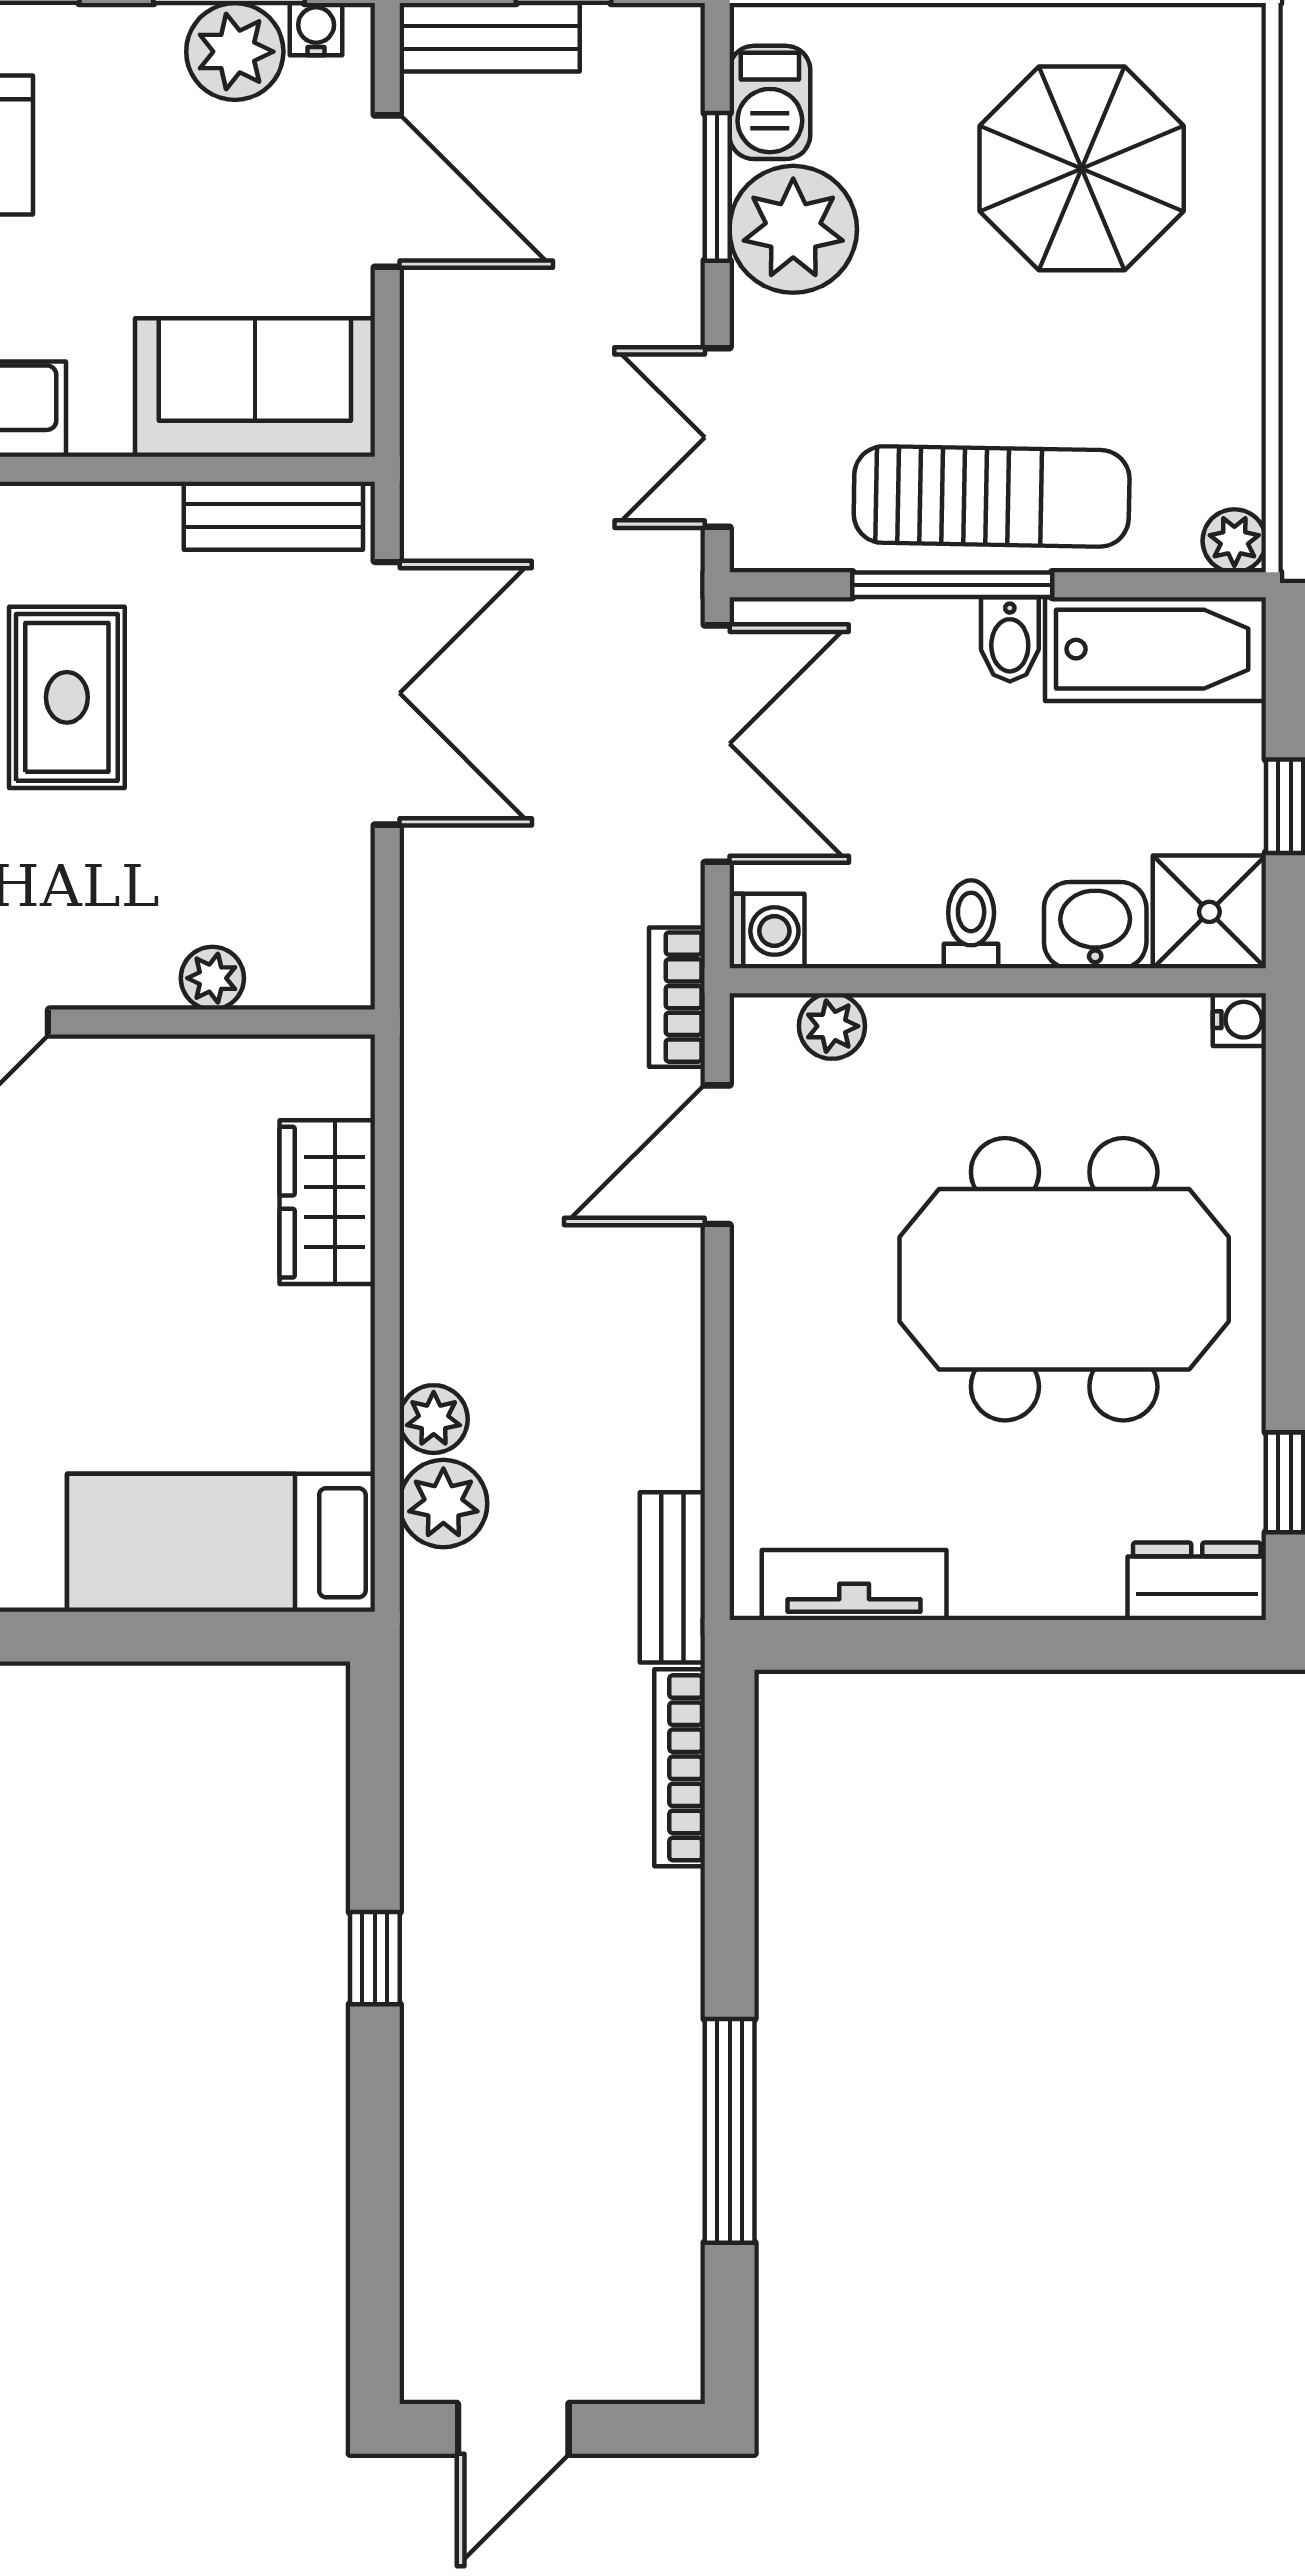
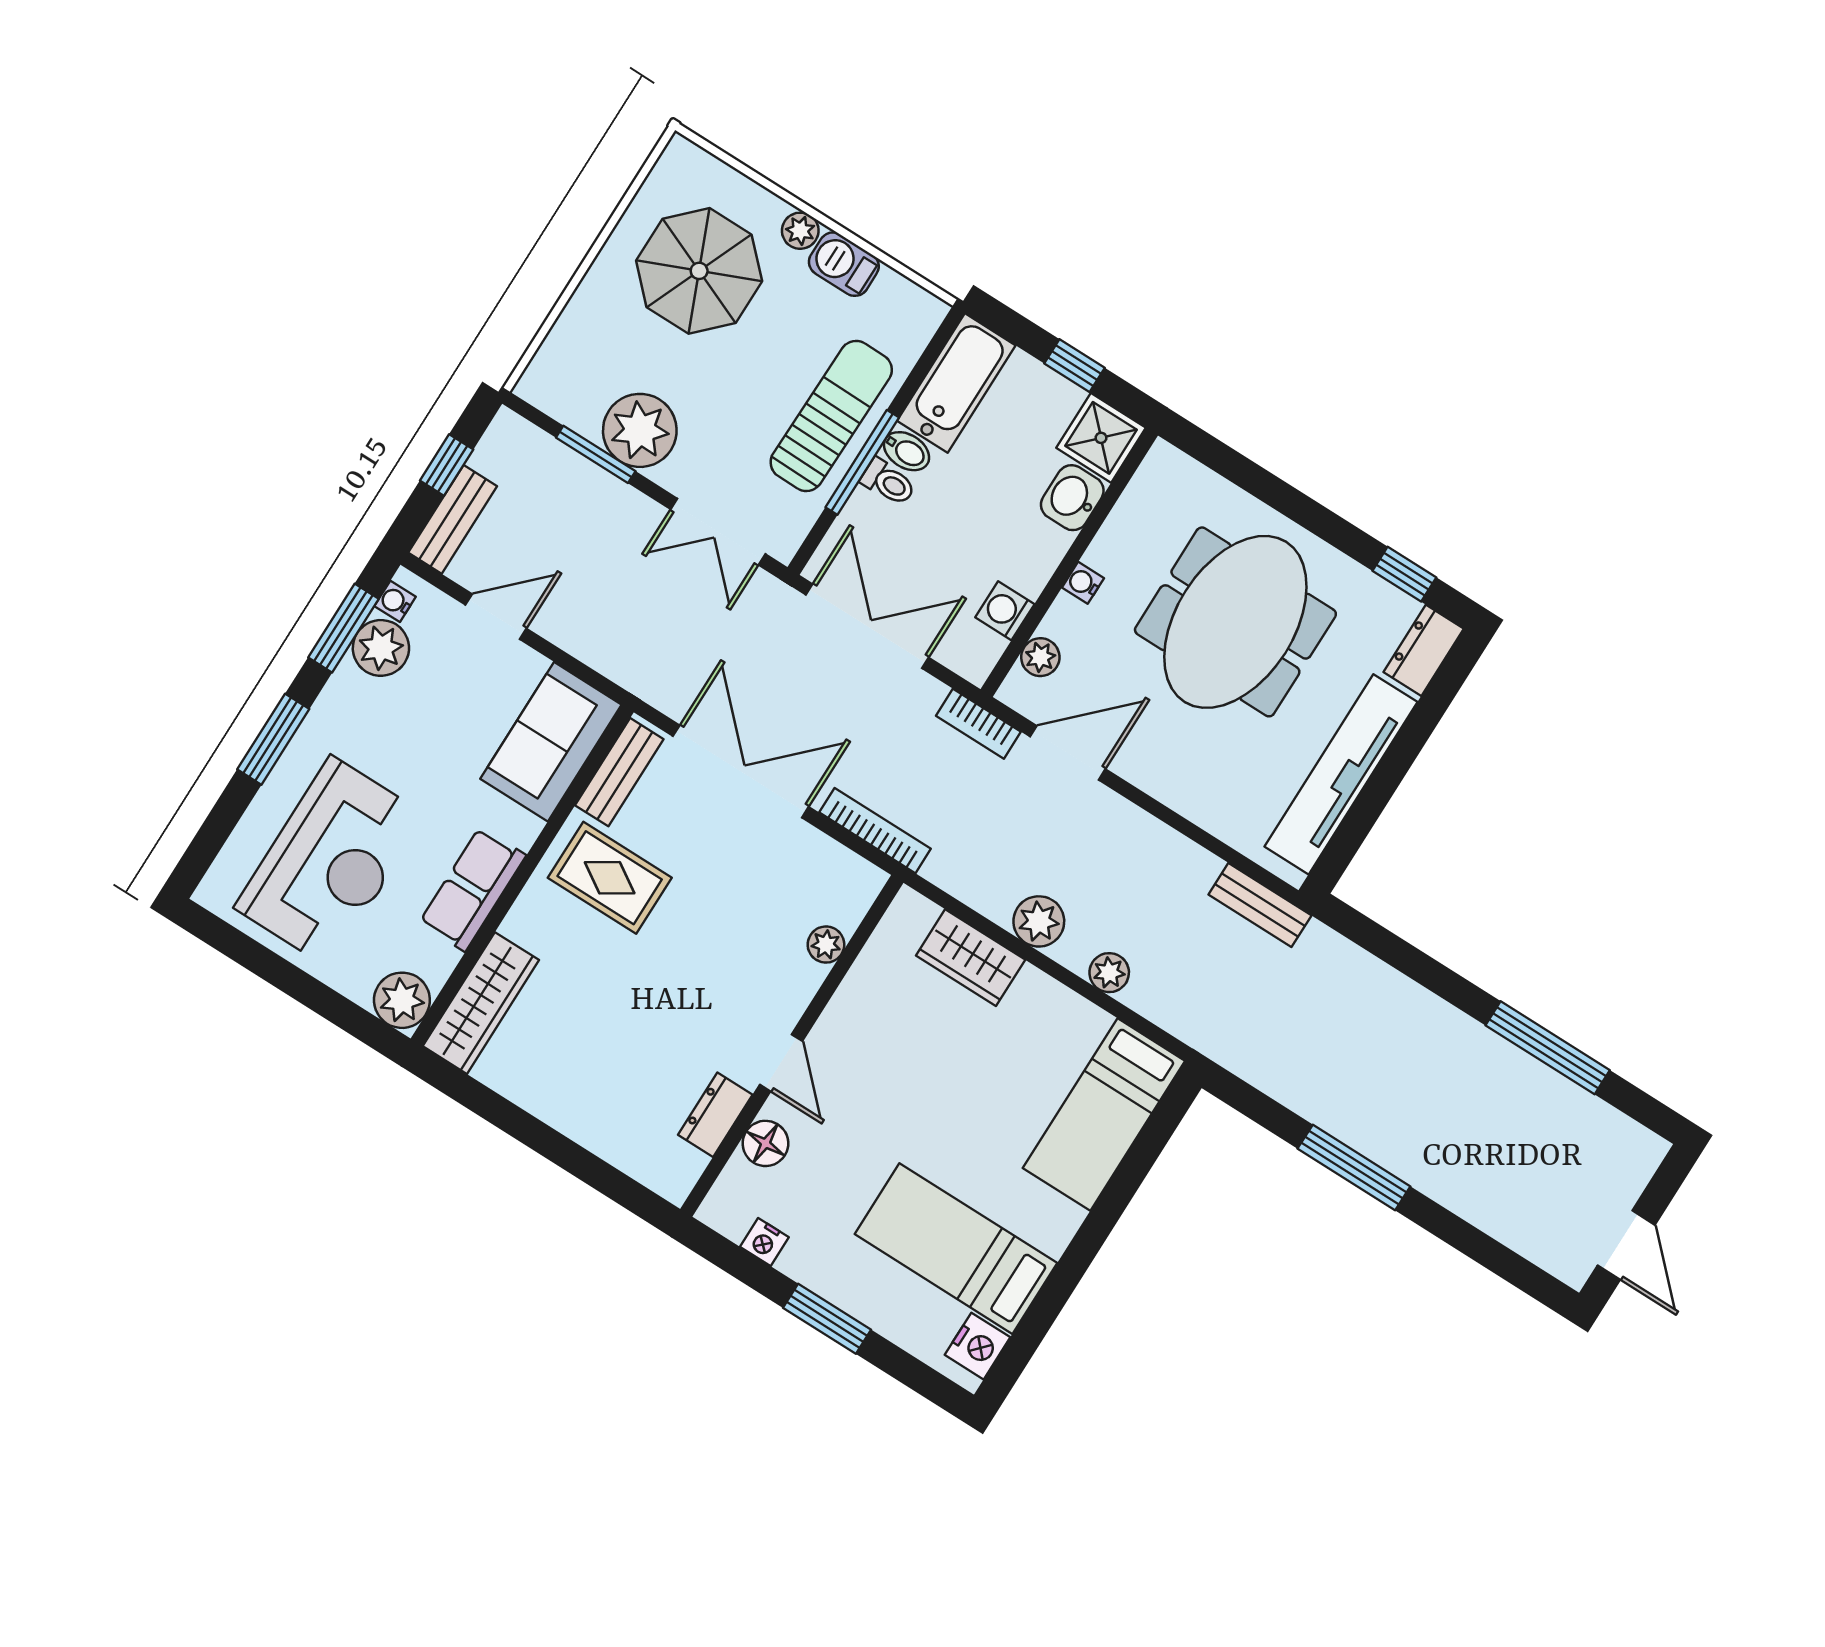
barbecue: (770, 102) -> (844, 264), moved, turned 180
door: (387, 191) -> (496, 617), width x0.73
plant: (1234, 541) -> (800, 231), moved
rug: (67, 697) -> (610, 878), moved
toilet: (971, 924) -> (888, 482), moved, turned 180
washing machine: (767, 931) -> (1005, 611), moved, turned -90
water cooler: (1239, 1020) -> (1083, 583), moved, turned -90
door: (717, 1155) -> (1068, 753), swing flipped
plant: (443, 1504) -> (1039, 921), moved
tv unit: (854, 1585) -> (1341, 774), width x1.92, depth x1.29
bookcase: (680, 1768) -> (875, 831), moved, turned 180
window: (375, 1958) -> (1354, 1167), width x2.17

